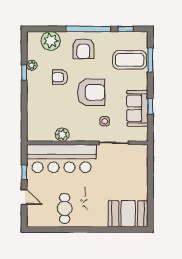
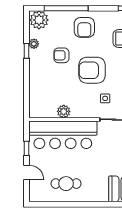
window: (88, 29) -> (66, 8), moved
plant: (51, 41) -> (39, 20), moved
armchair: (91, 92) -> (92, 70), turned 180
cafe table: (65, 208) -> (66, 184), turned 90

